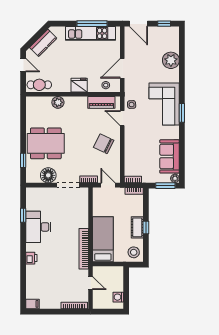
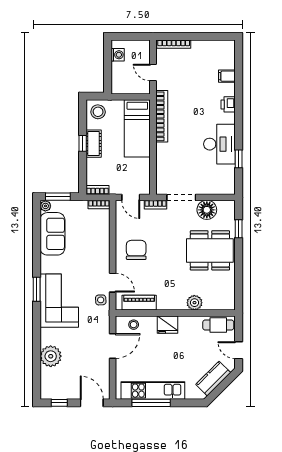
chair: (104, 144) -> (136, 250), turned -116
filing cabinet: (32, 304) -> (227, 76), moved

